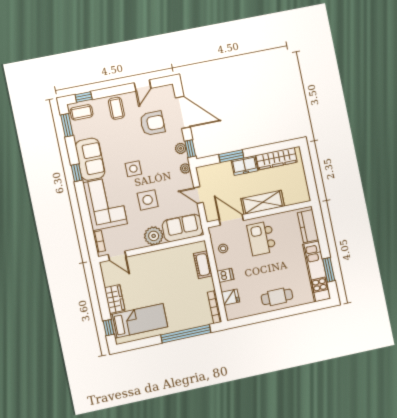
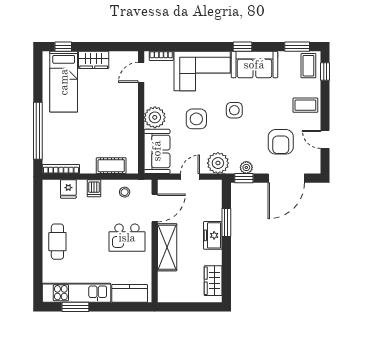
wardrobe: (276, 159) -> (213, 281), width x0.67
plant: (185, 168) -> (218, 163), width x1.88, depth x1.88
kitchen island: (261, 238) -> (127, 238), turned 180

